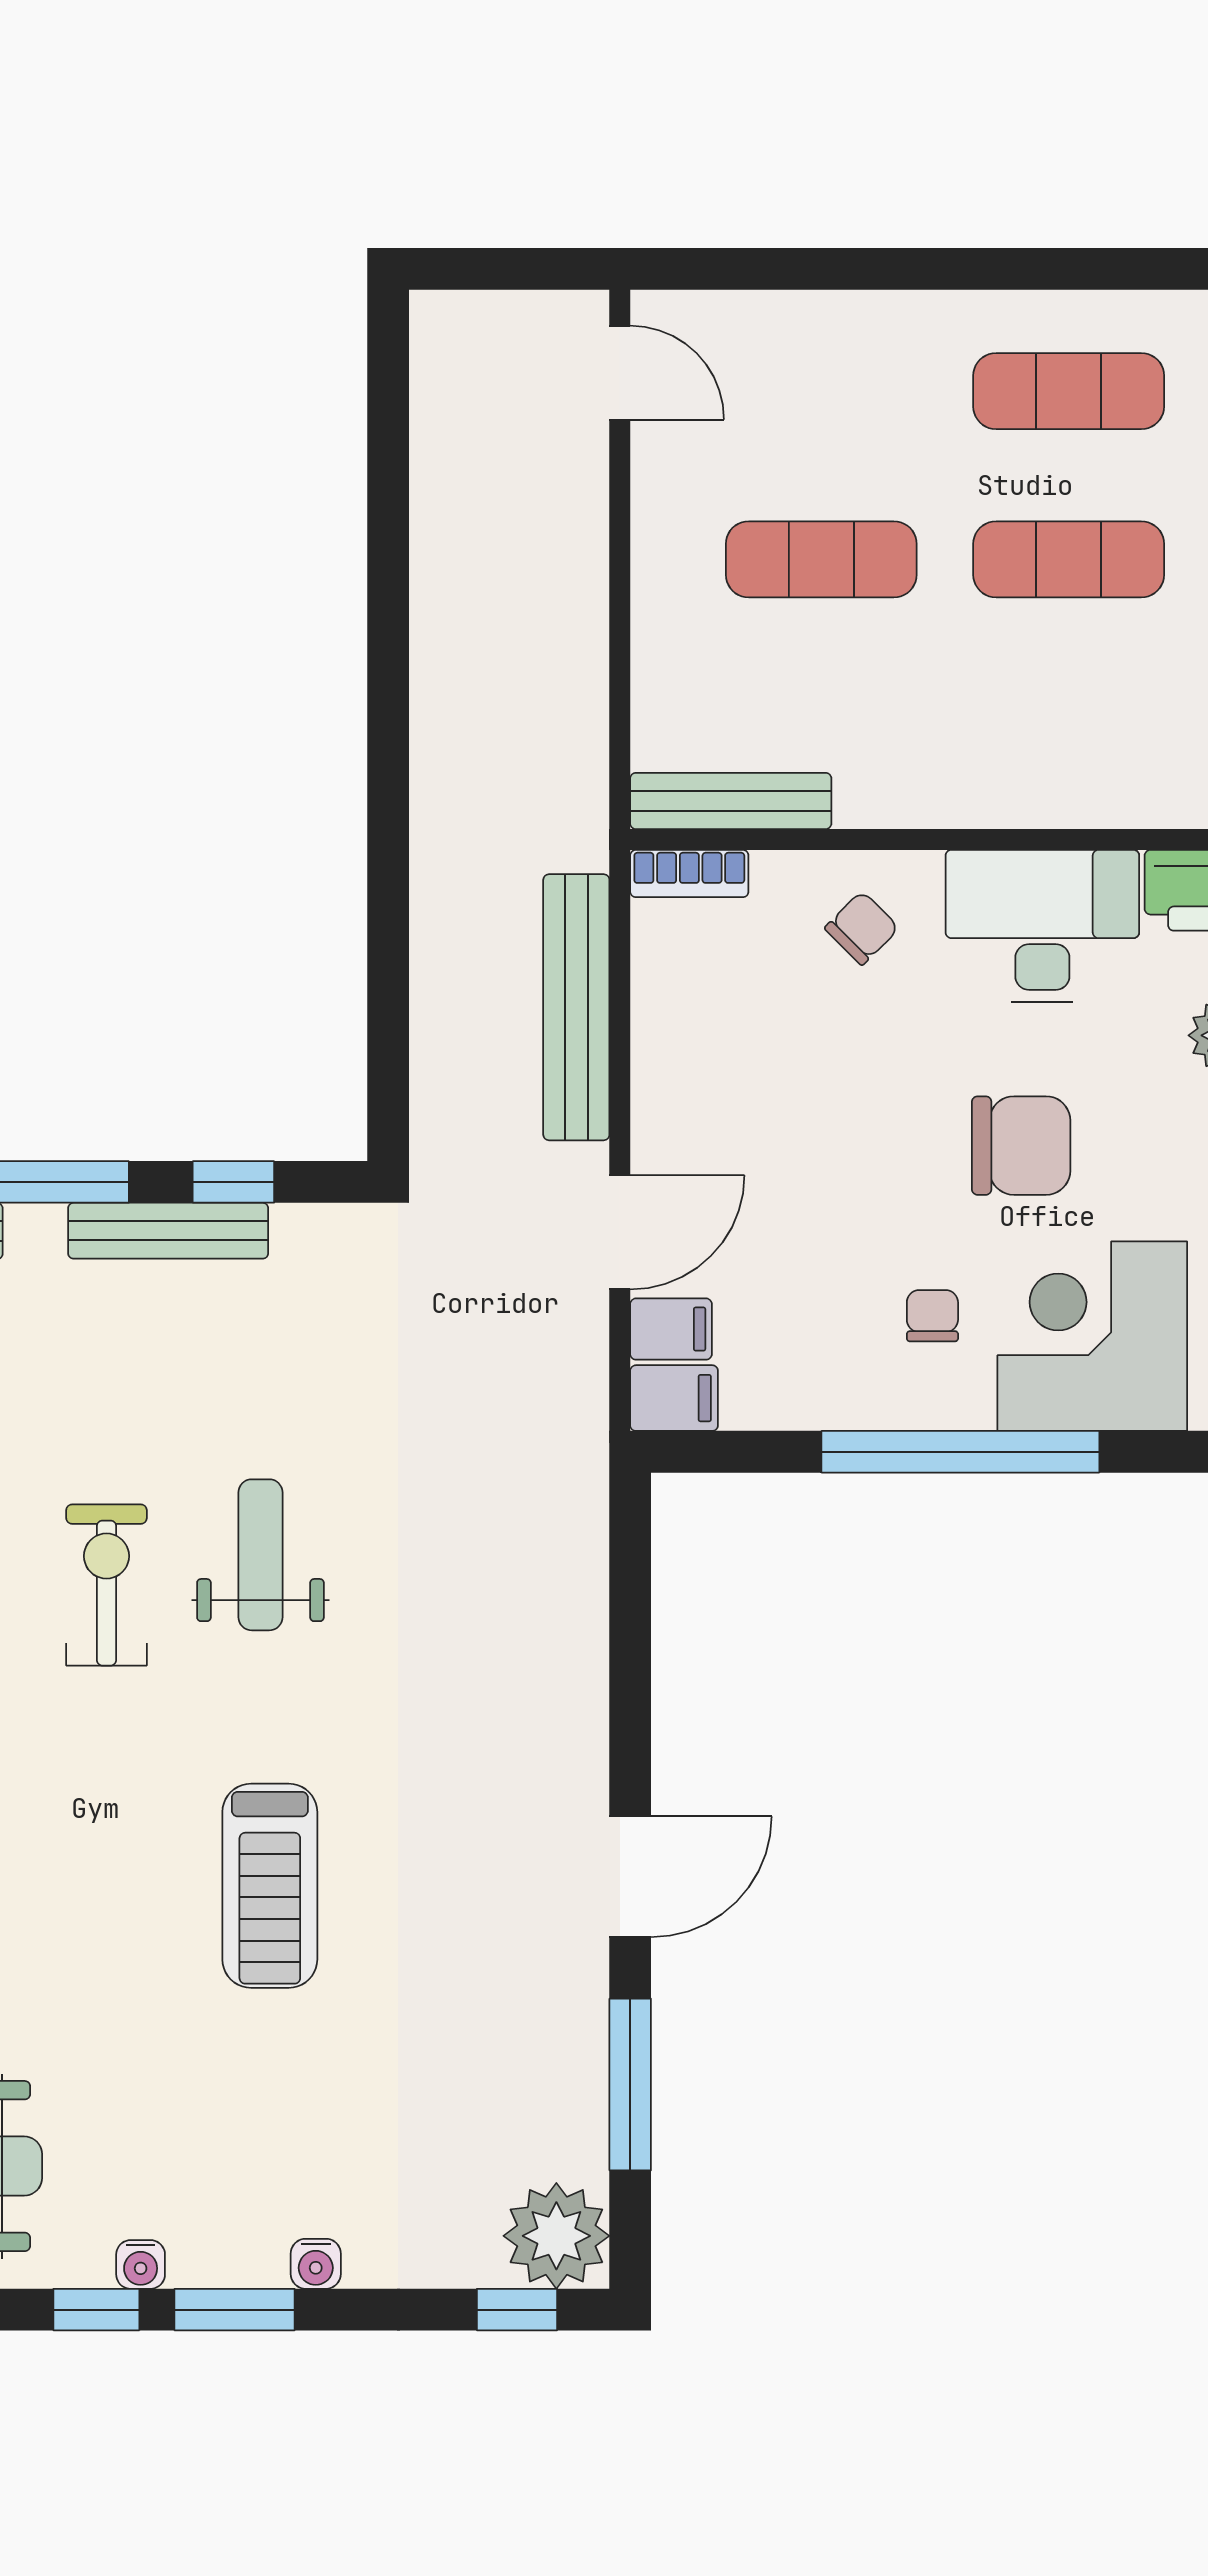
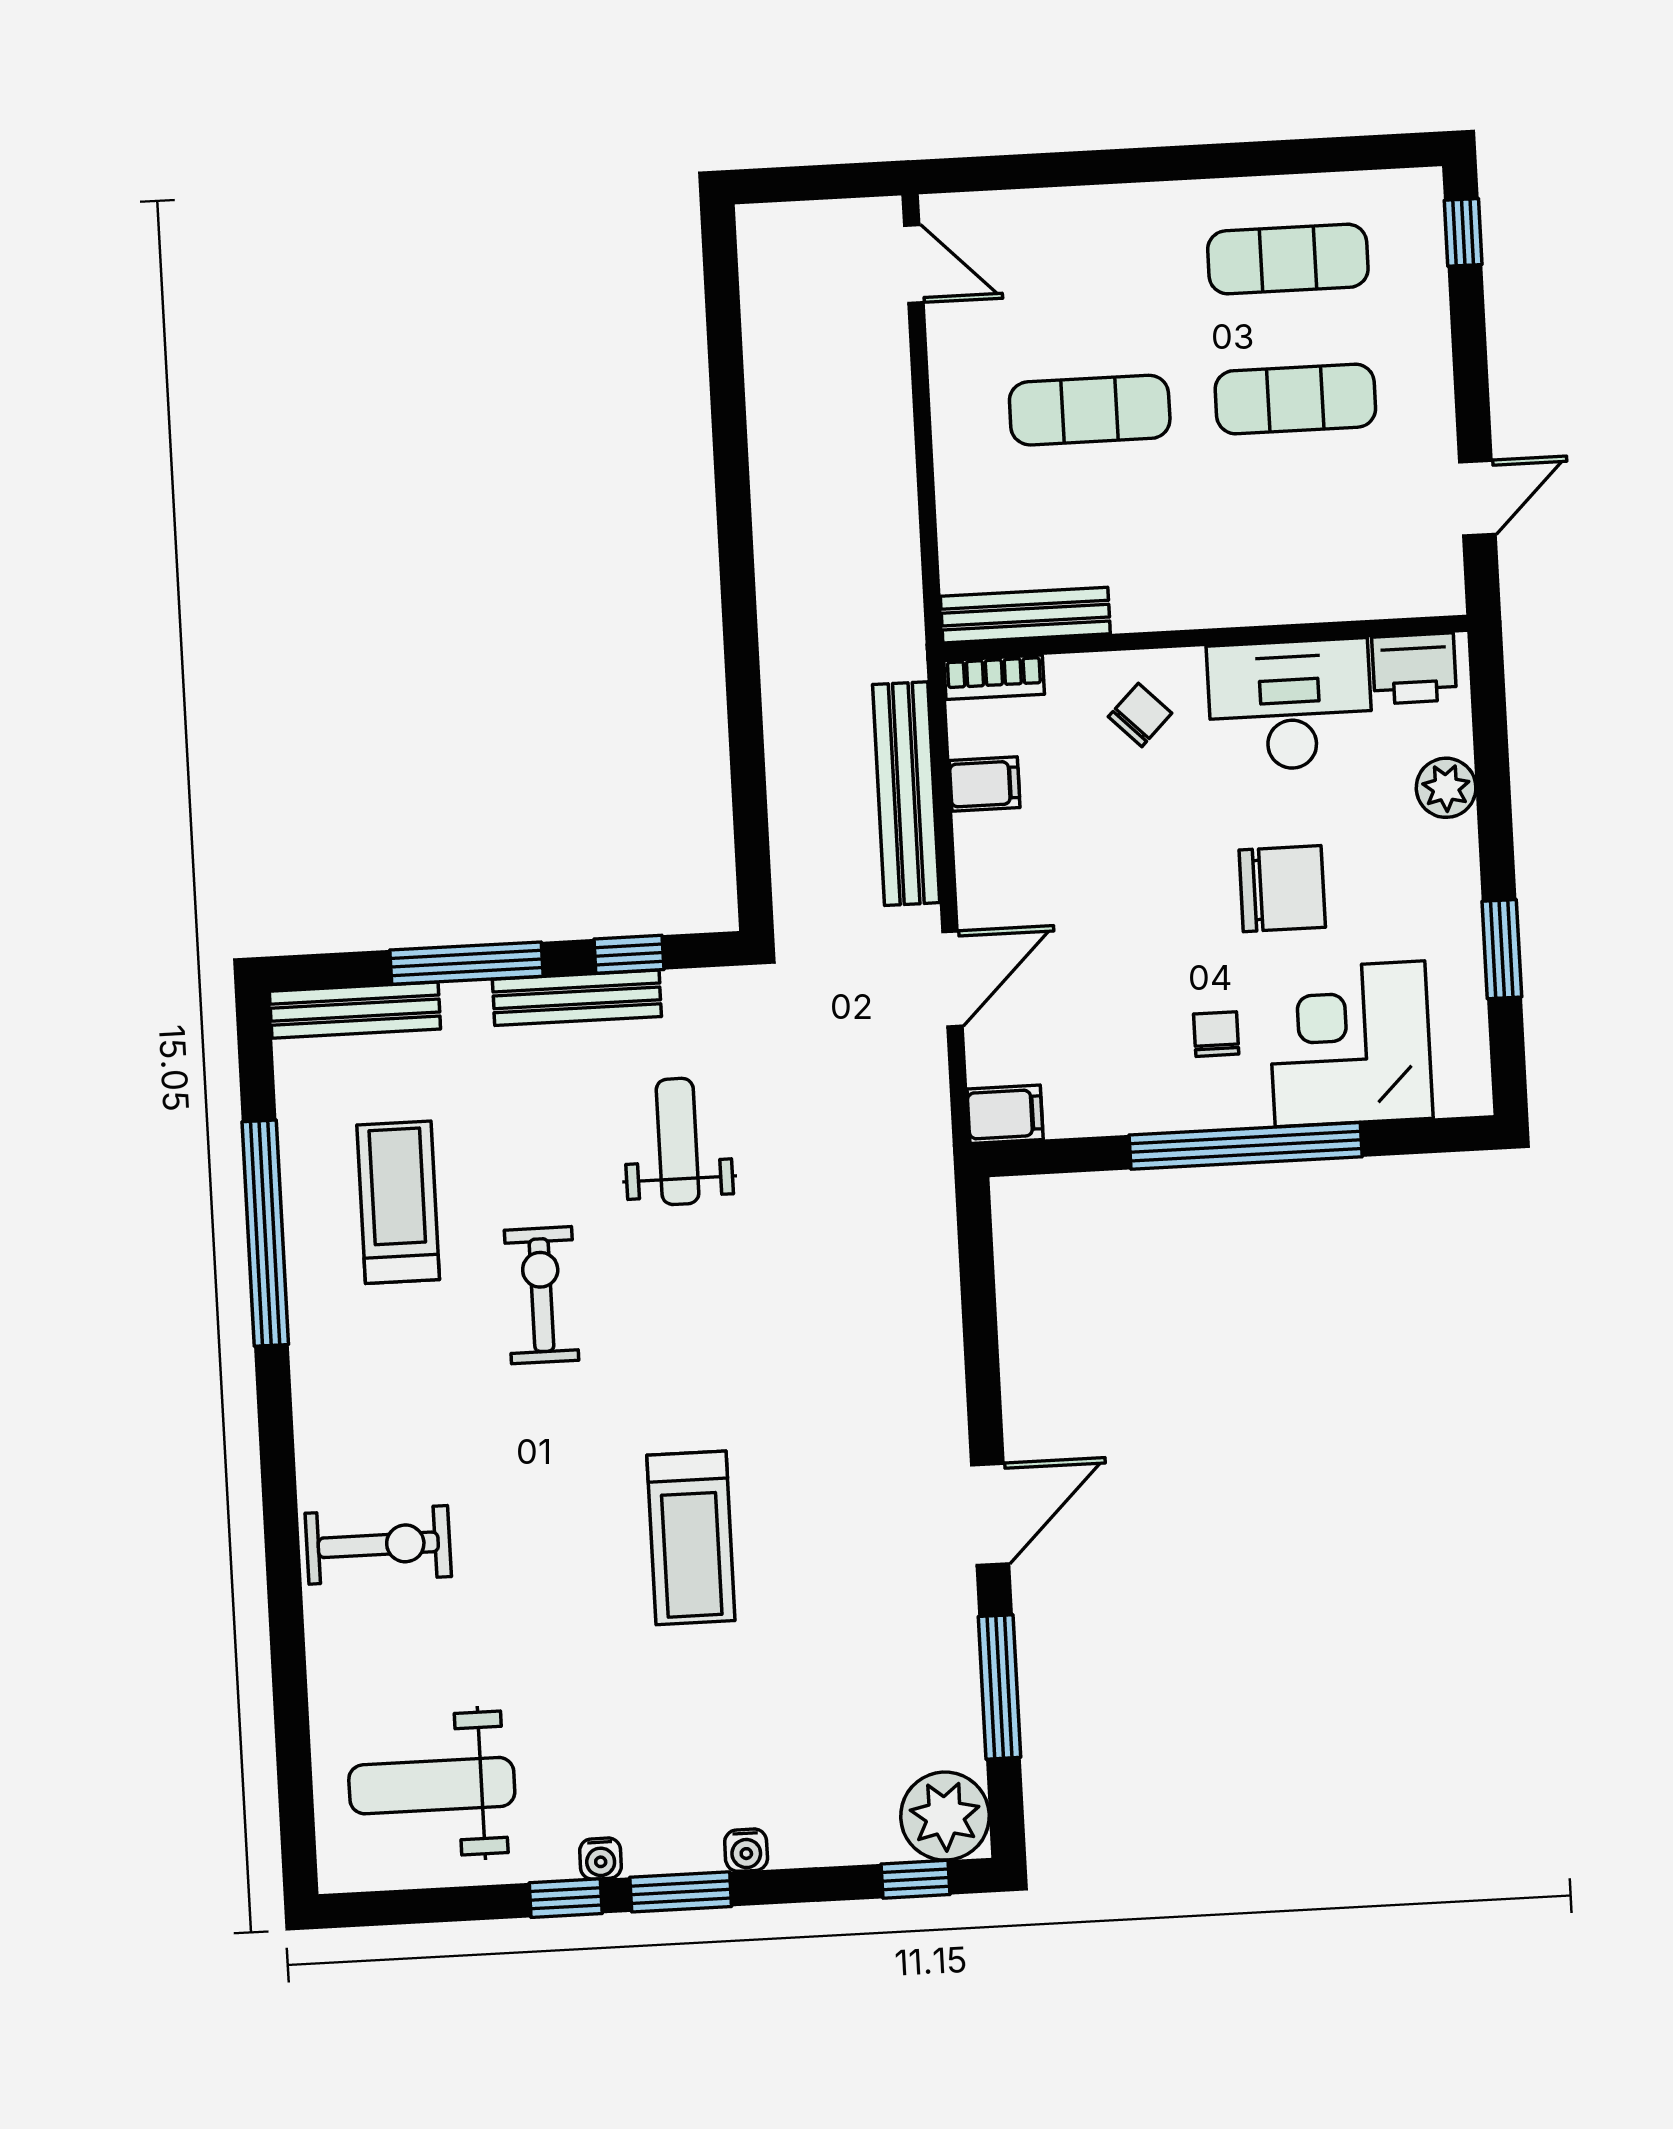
filing cabinet: (671, 1329) -> (985, 784), moved
weight bench: (260, 1555) -> (678, 1141), moved

